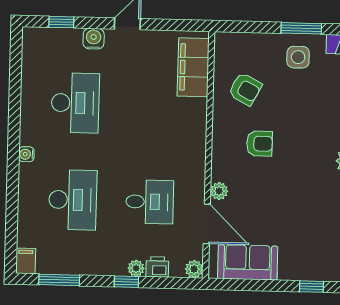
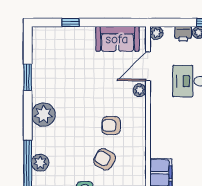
armchair: (245, 89) -> (104, 159), moved
door: (207, 224) -> (148, 66), hinge flipped

